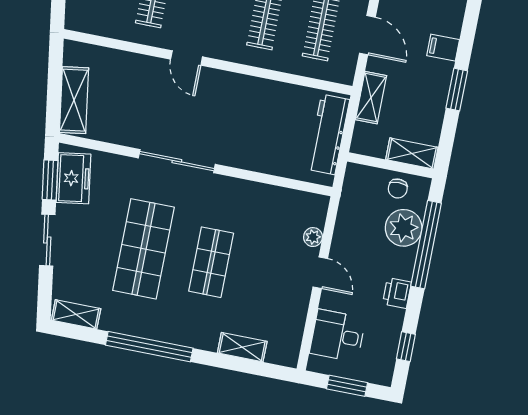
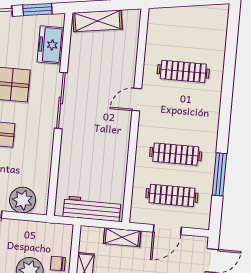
freezer: (73, 178) -> (51, 45), moved, turned 99
plant: (313, 237) -> (23, 200), width x1.88, depth x1.88

